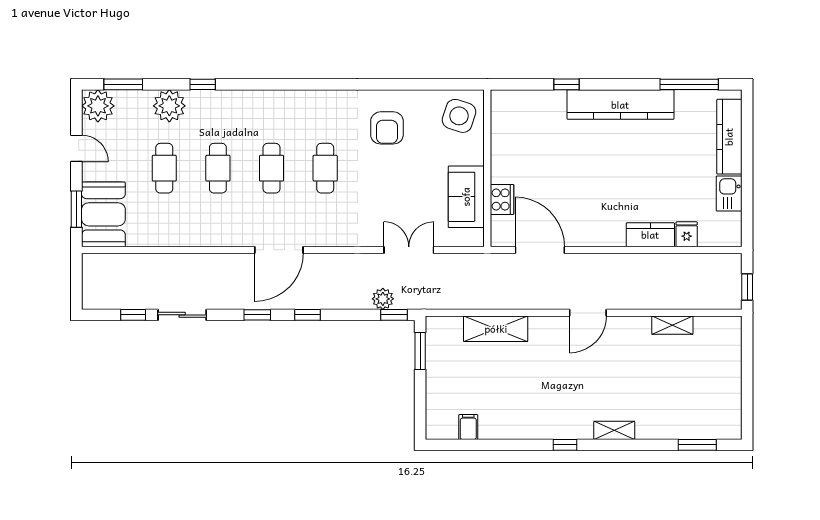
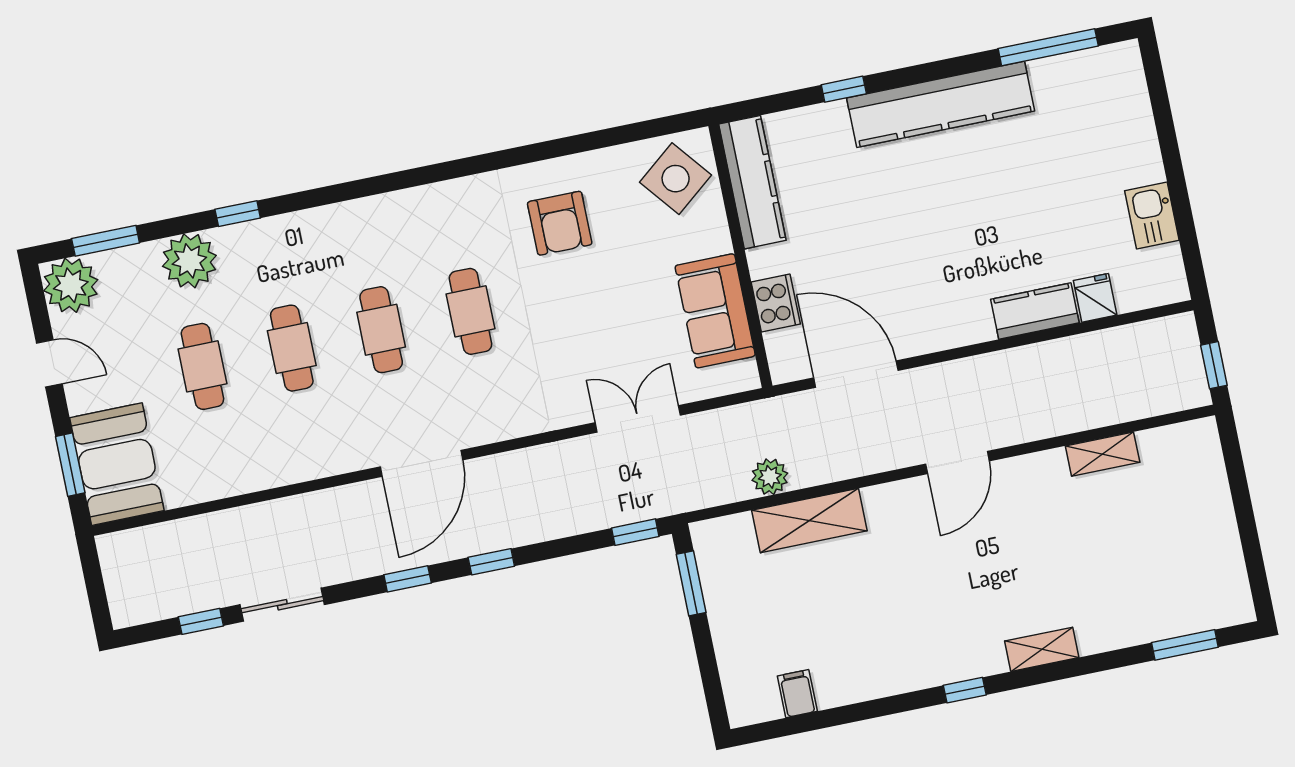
side table: (459, 116) -> (676, 179), turned 33
kitchen counter: (729, 137) -> (752, 182), moved, turned 180
plant: (383, 299) -> (770, 477), moved

